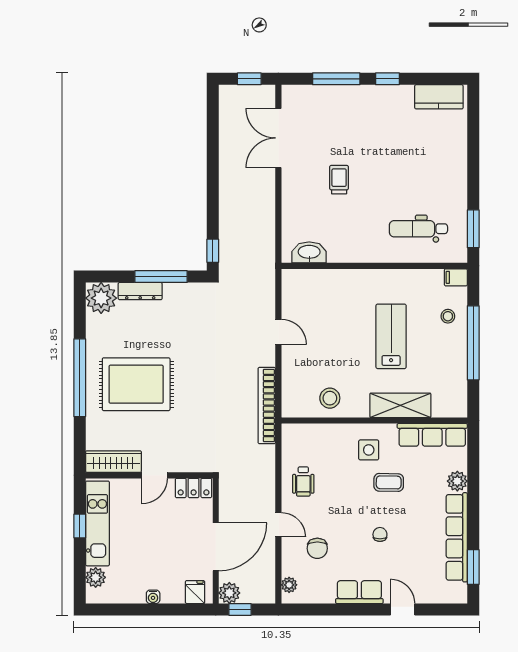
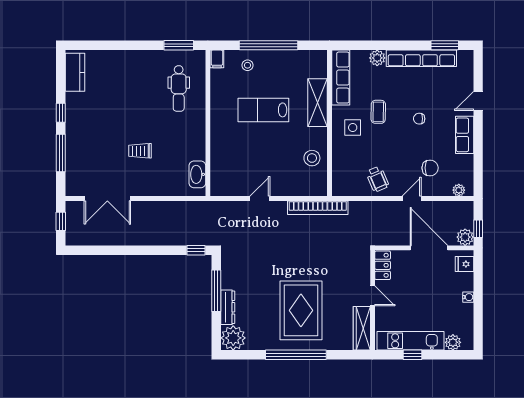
wheelchair: (303, 481) -> (377, 179), turned 67

